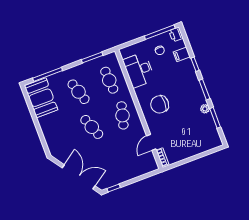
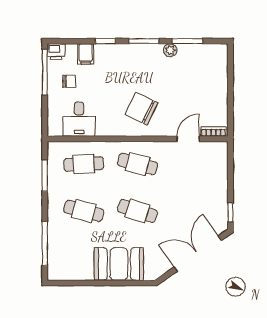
desk: (139, 70) -> (79, 119), width x0.73
cafe table: (79, 92) -> (84, 211), turned 33
booth: (41, 98) -> (119, 264), moved
chair: (160, 104) -> (141, 109), turned 116
cafe table: (92, 127) -> (138, 211), turned 39
door: (151, 142) -> (188, 139), swing flipped

